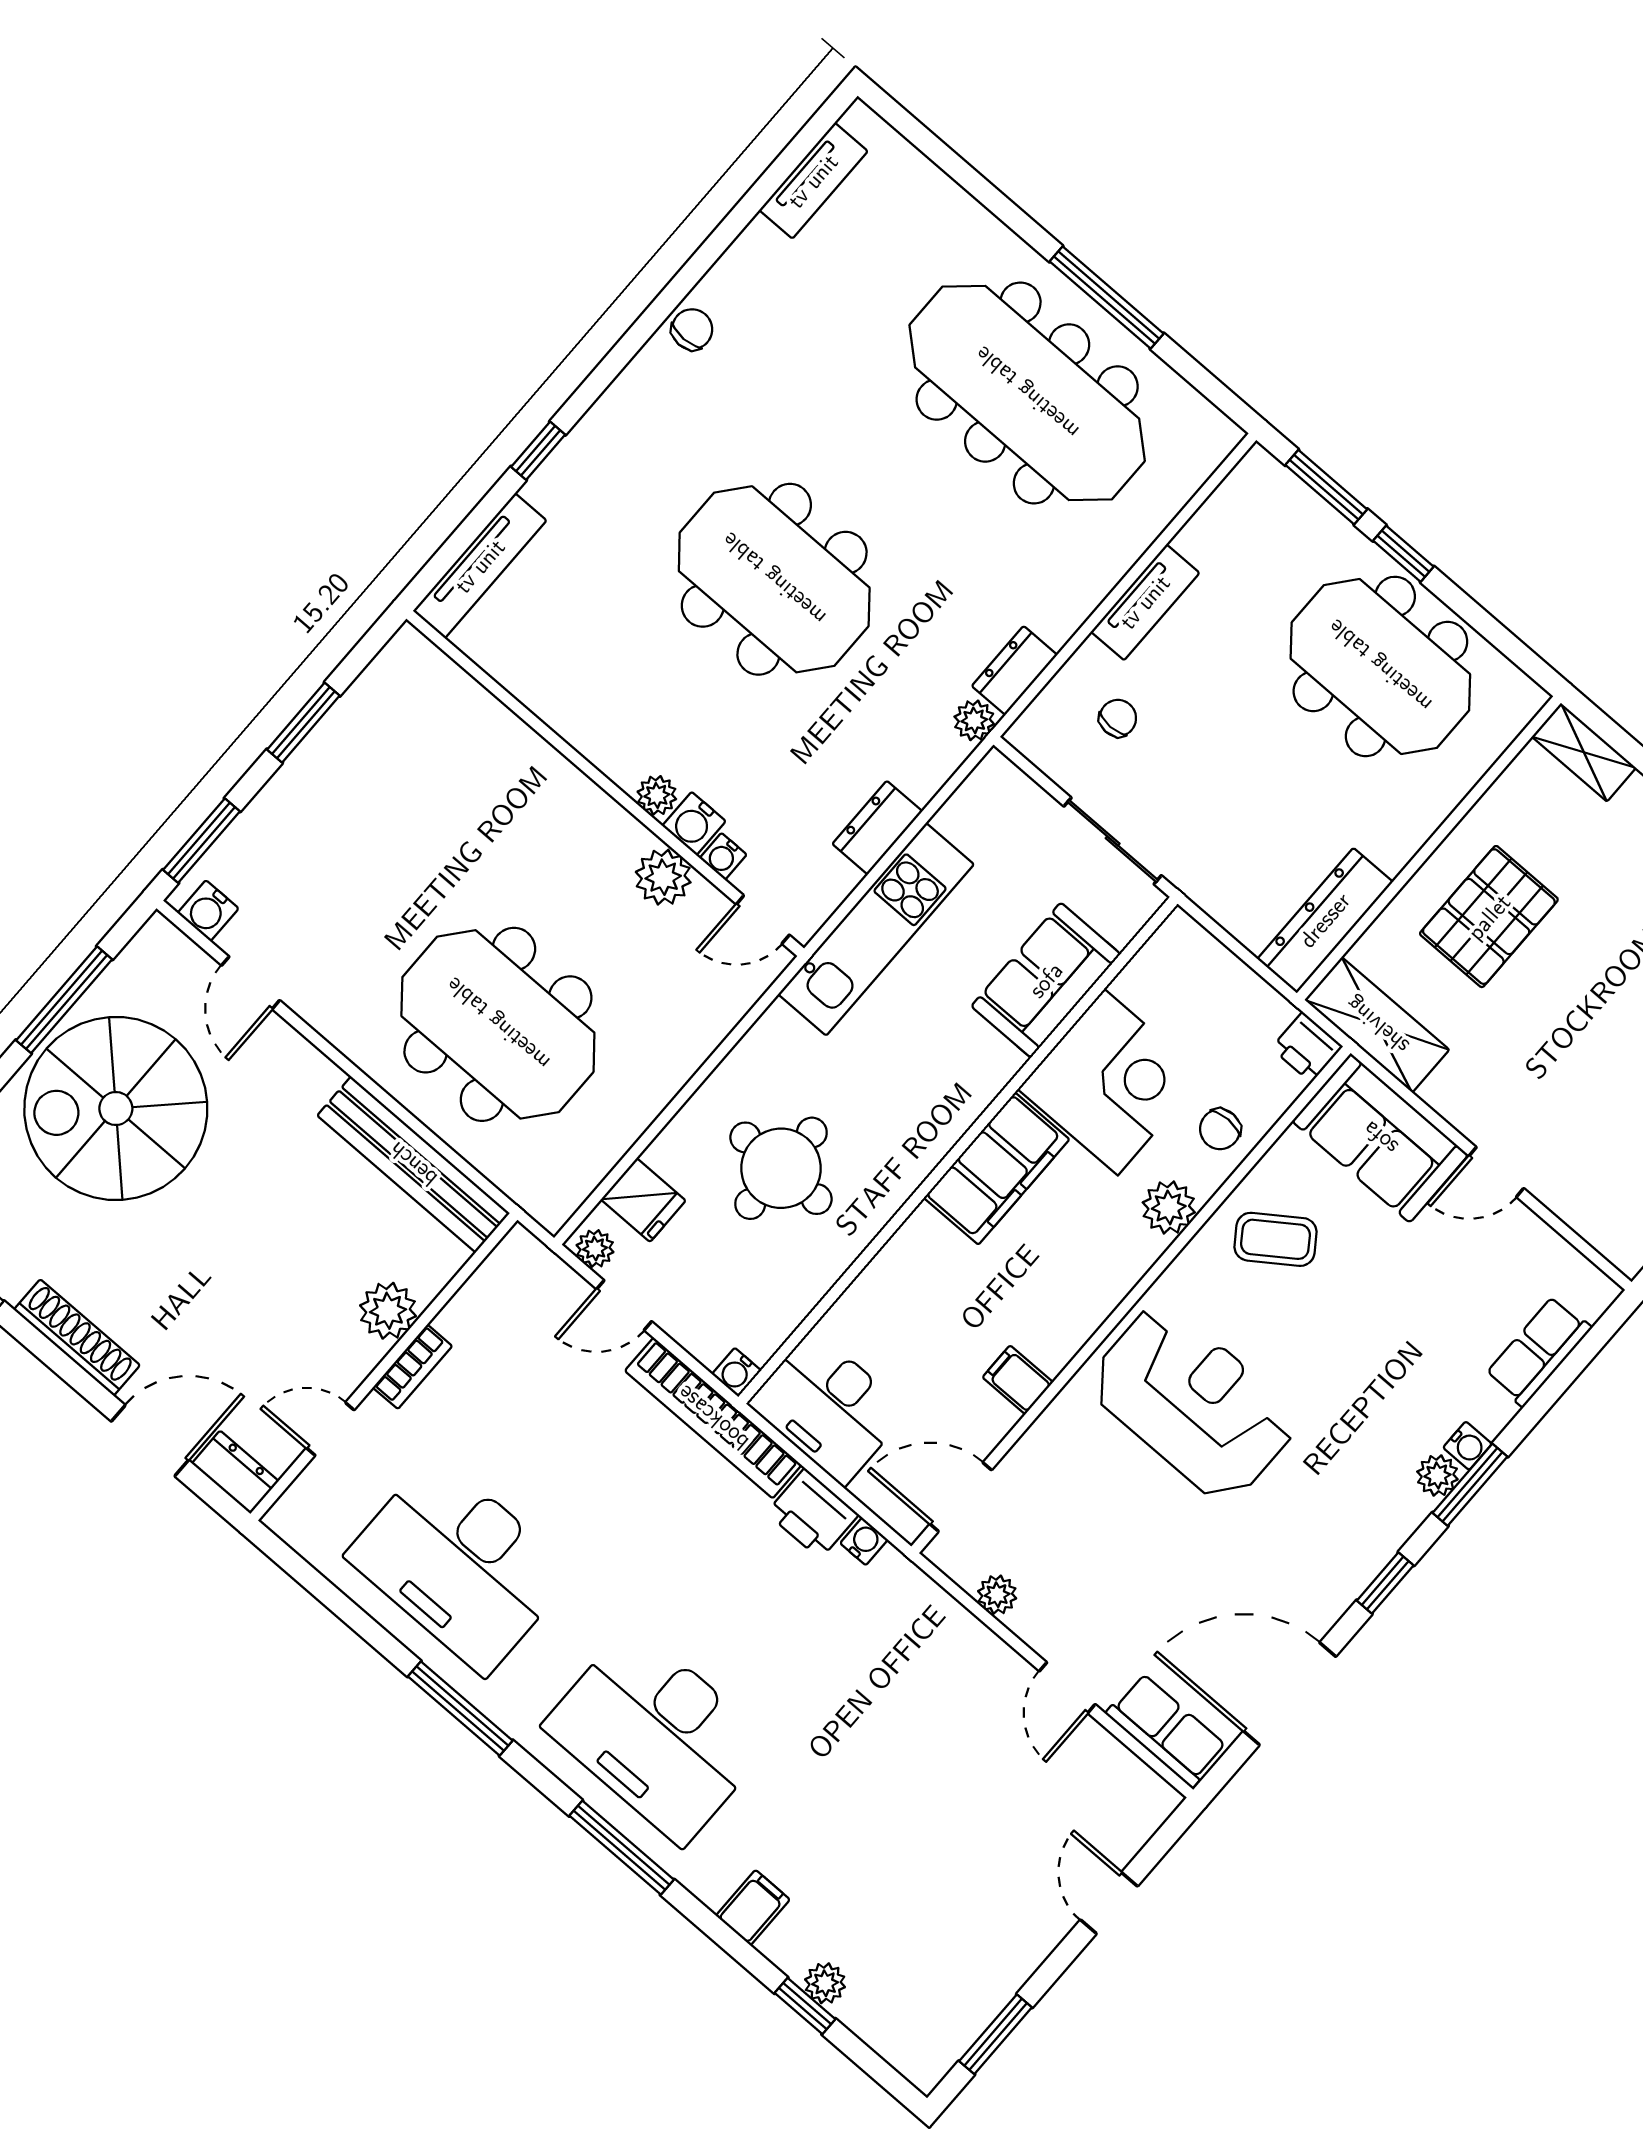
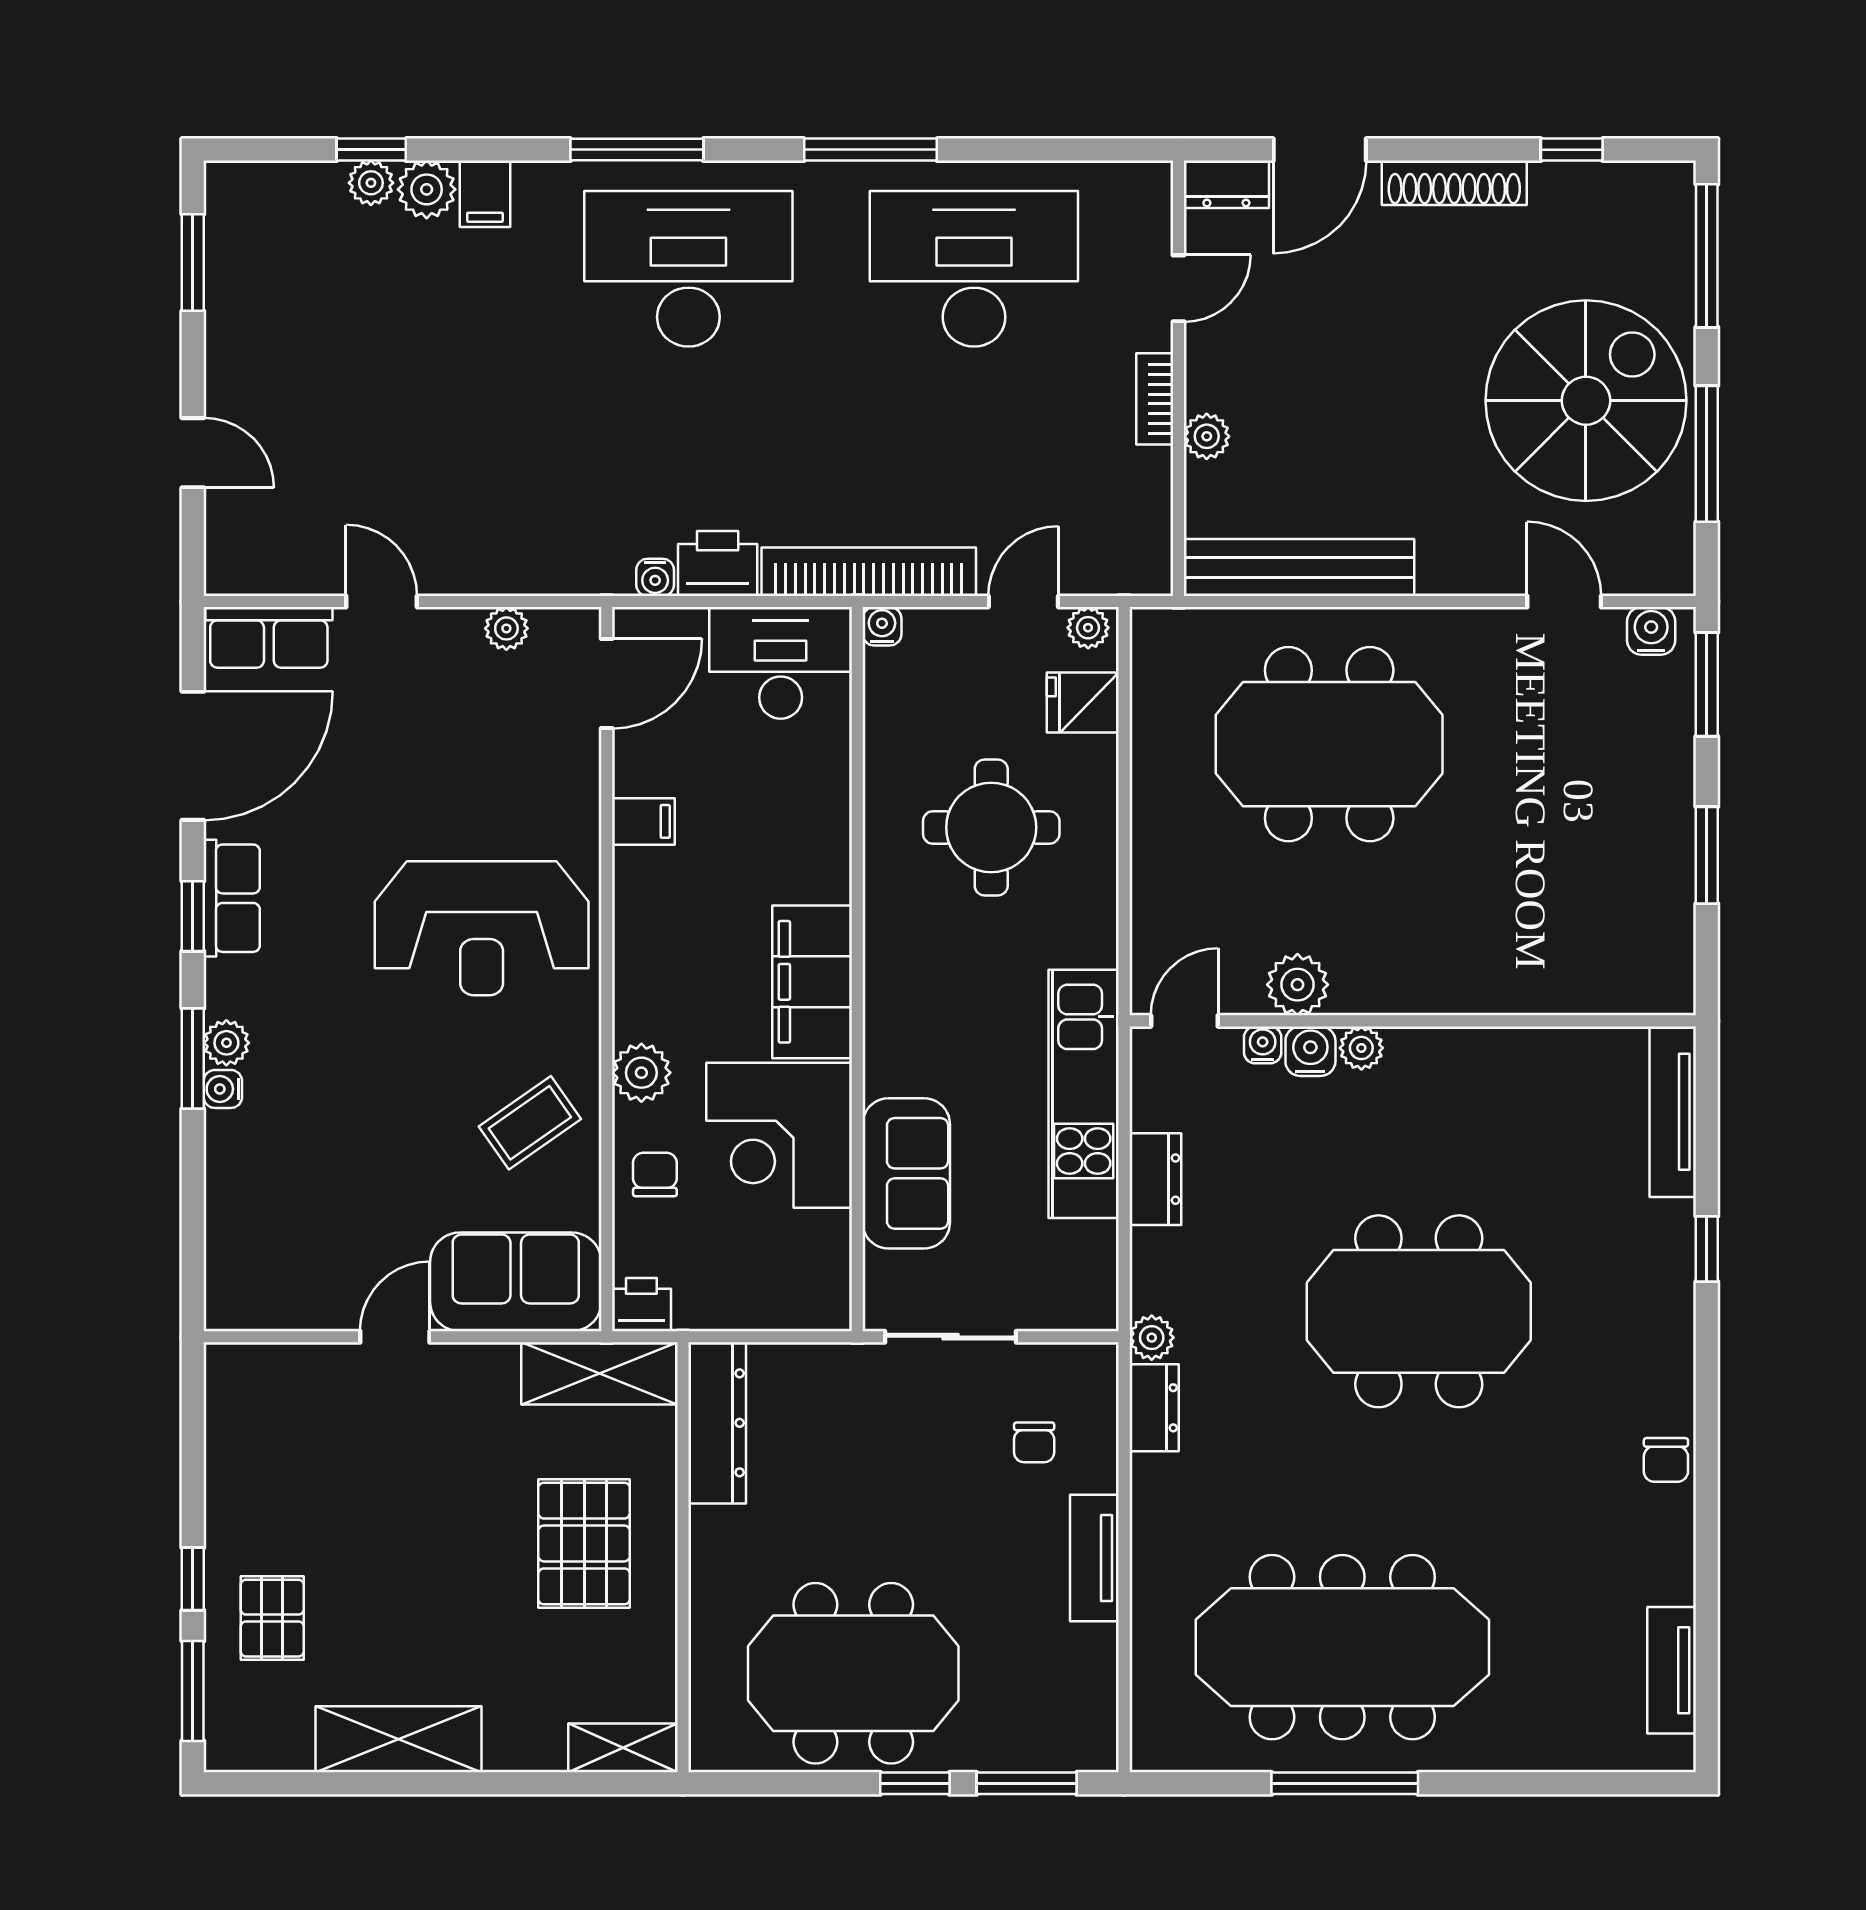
plant: (388, 1311) -> (1207, 436), width x0.73, depth x0.73
row of seats: (1538, 1351) -> (232, 898), moved
plant: (791, 1945) -> (427, 189), added

